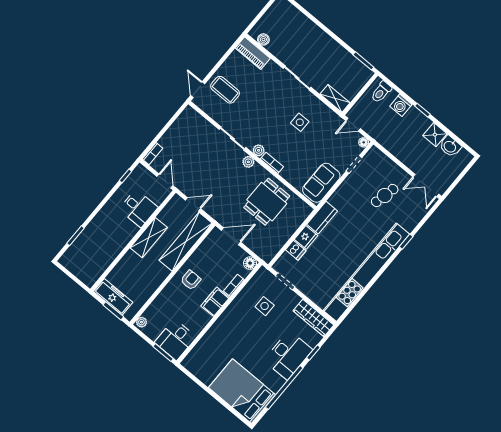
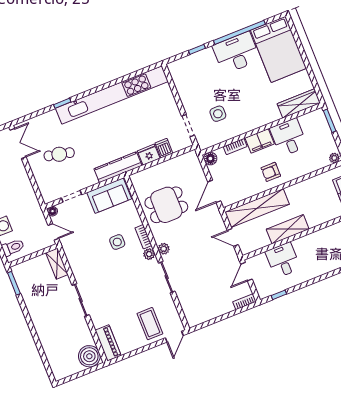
boiler: (263, 39) -> (89, 356), width x1.86, depth x1.86
side table: (300, 122) -> (117, 242), moved
kitchen counter: (322, 218) -> (118, 167), width x1.50
door: (231, 236) -> (214, 191), hinge flipped
wardrobe: (313, 318) -> (299, 103), moved, turned -90
desk: (175, 340) -> (289, 137), moved, turned -90
desk: (288, 355) -> (236, 53), moved

